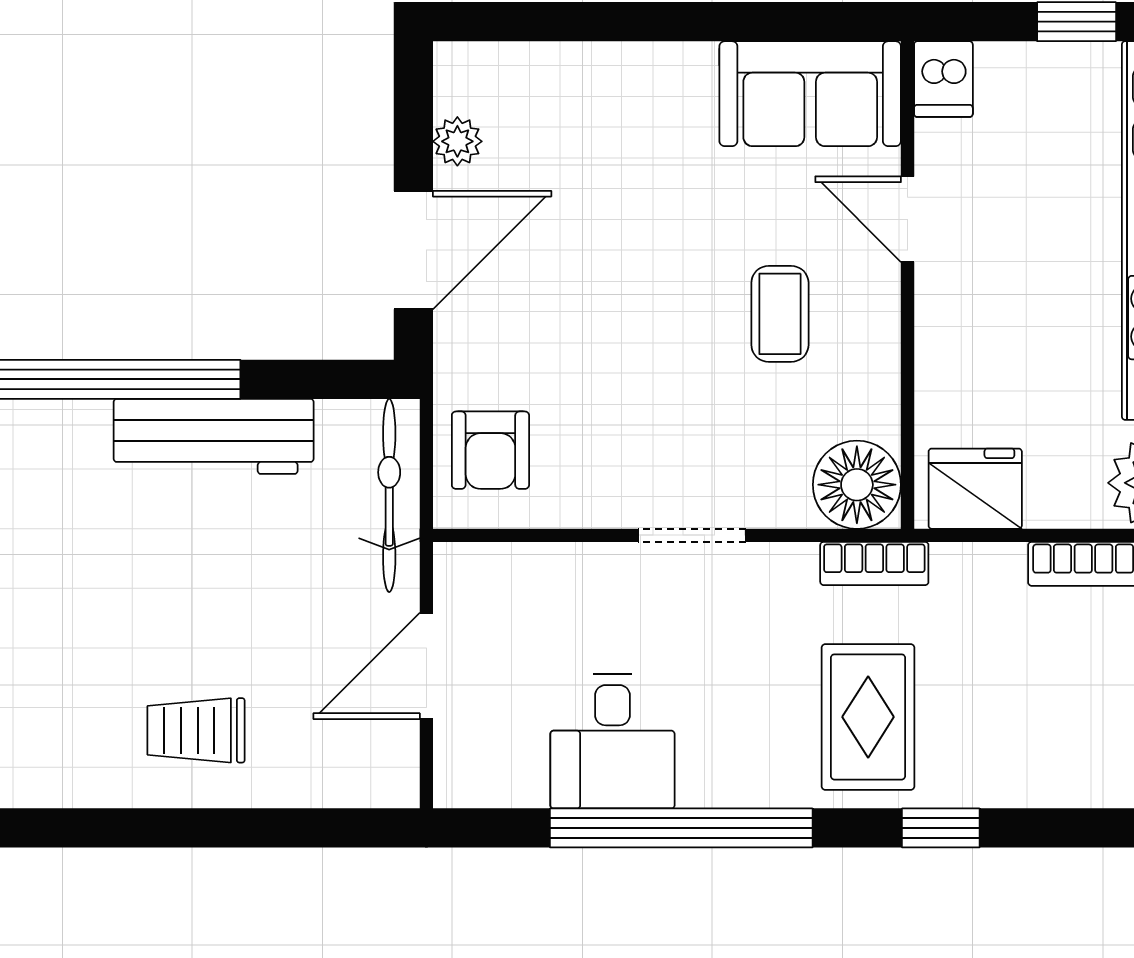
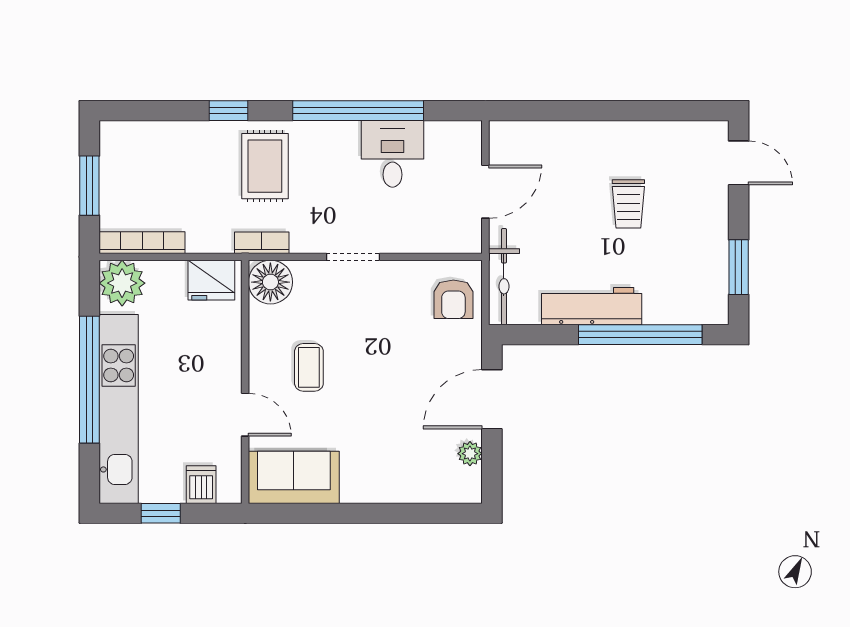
dishwasher: (943, 79) -> (201, 485), moved
armchair: (490, 450) -> (453, 299), turned 180
trolley: (196, 730) -> (628, 204), moved, turned 90

